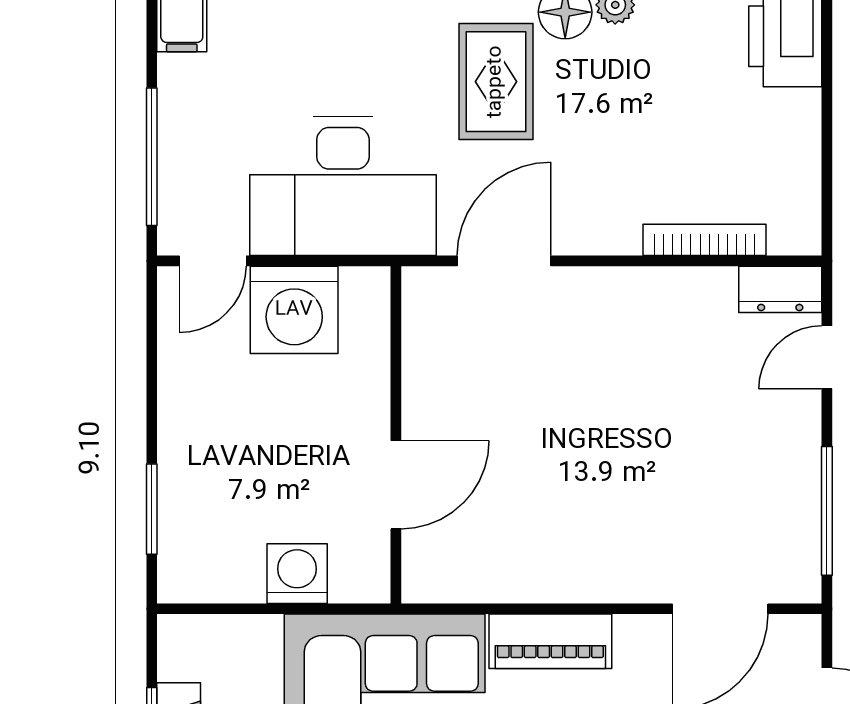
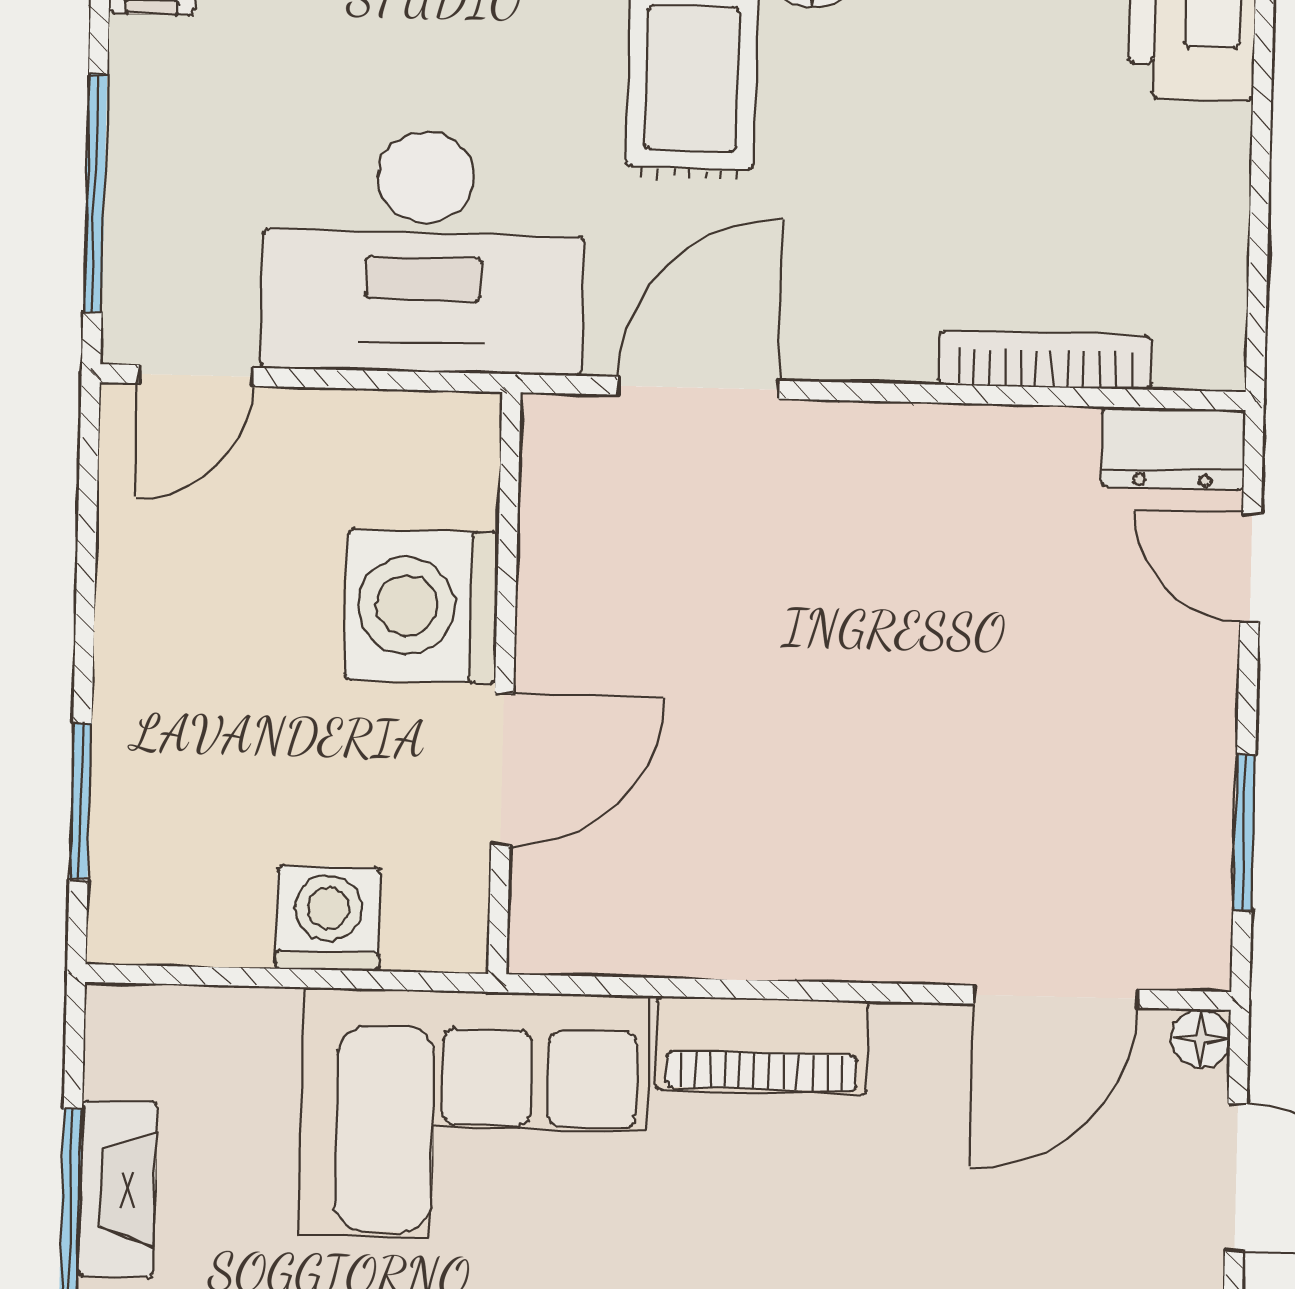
washing machine: (294, 310) -> (422, 606), moved, turned 90
door: (827, 357) -> (1251, 568), hinge flipped
window: (827, 511) -> (1244, 832), width x0.69
floor lamp: (805, 631) -> (1201, 1039), added

